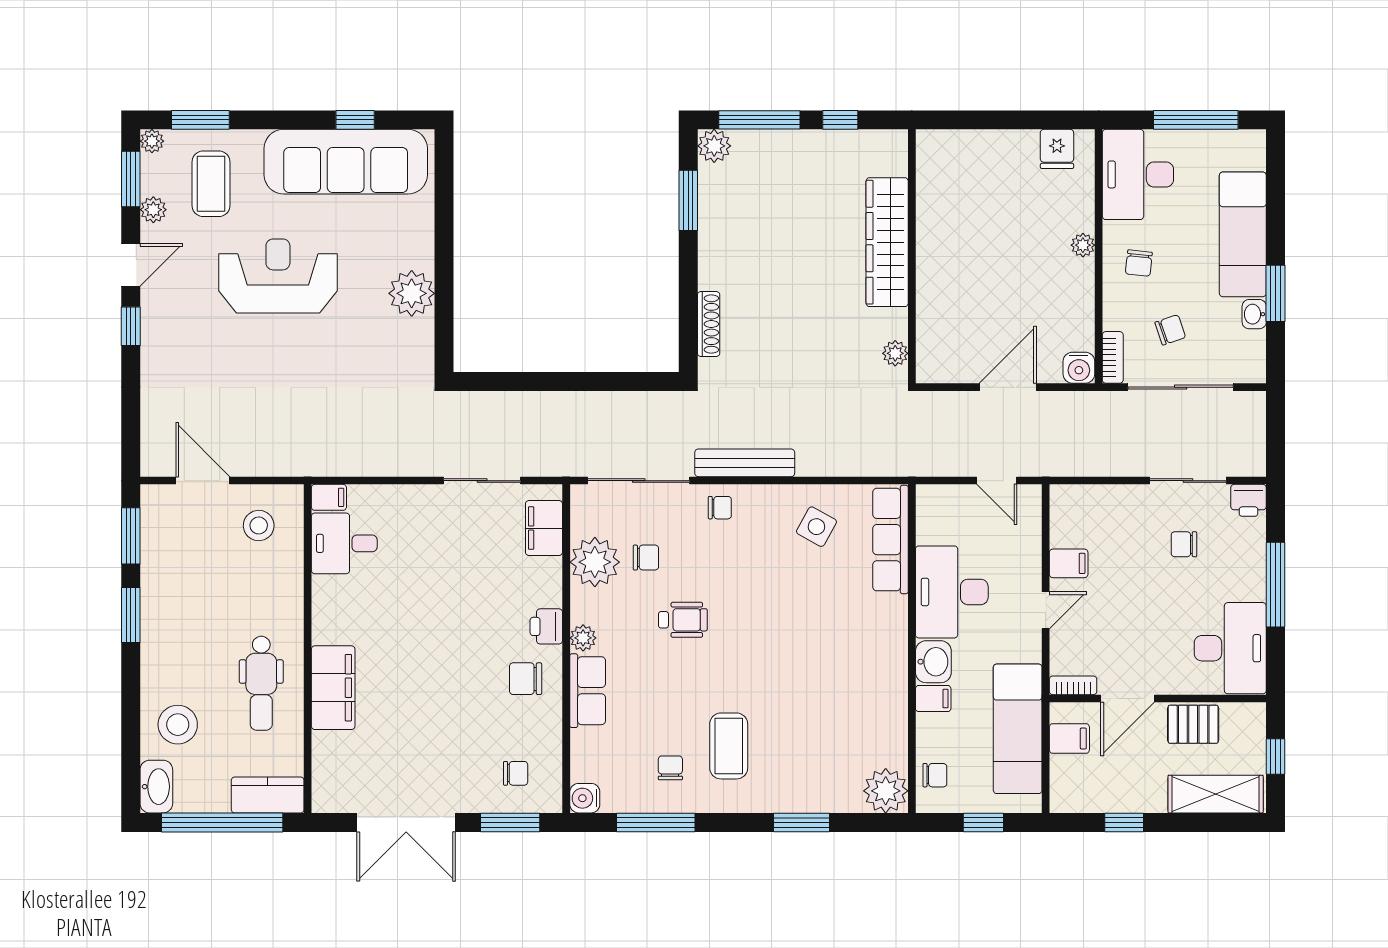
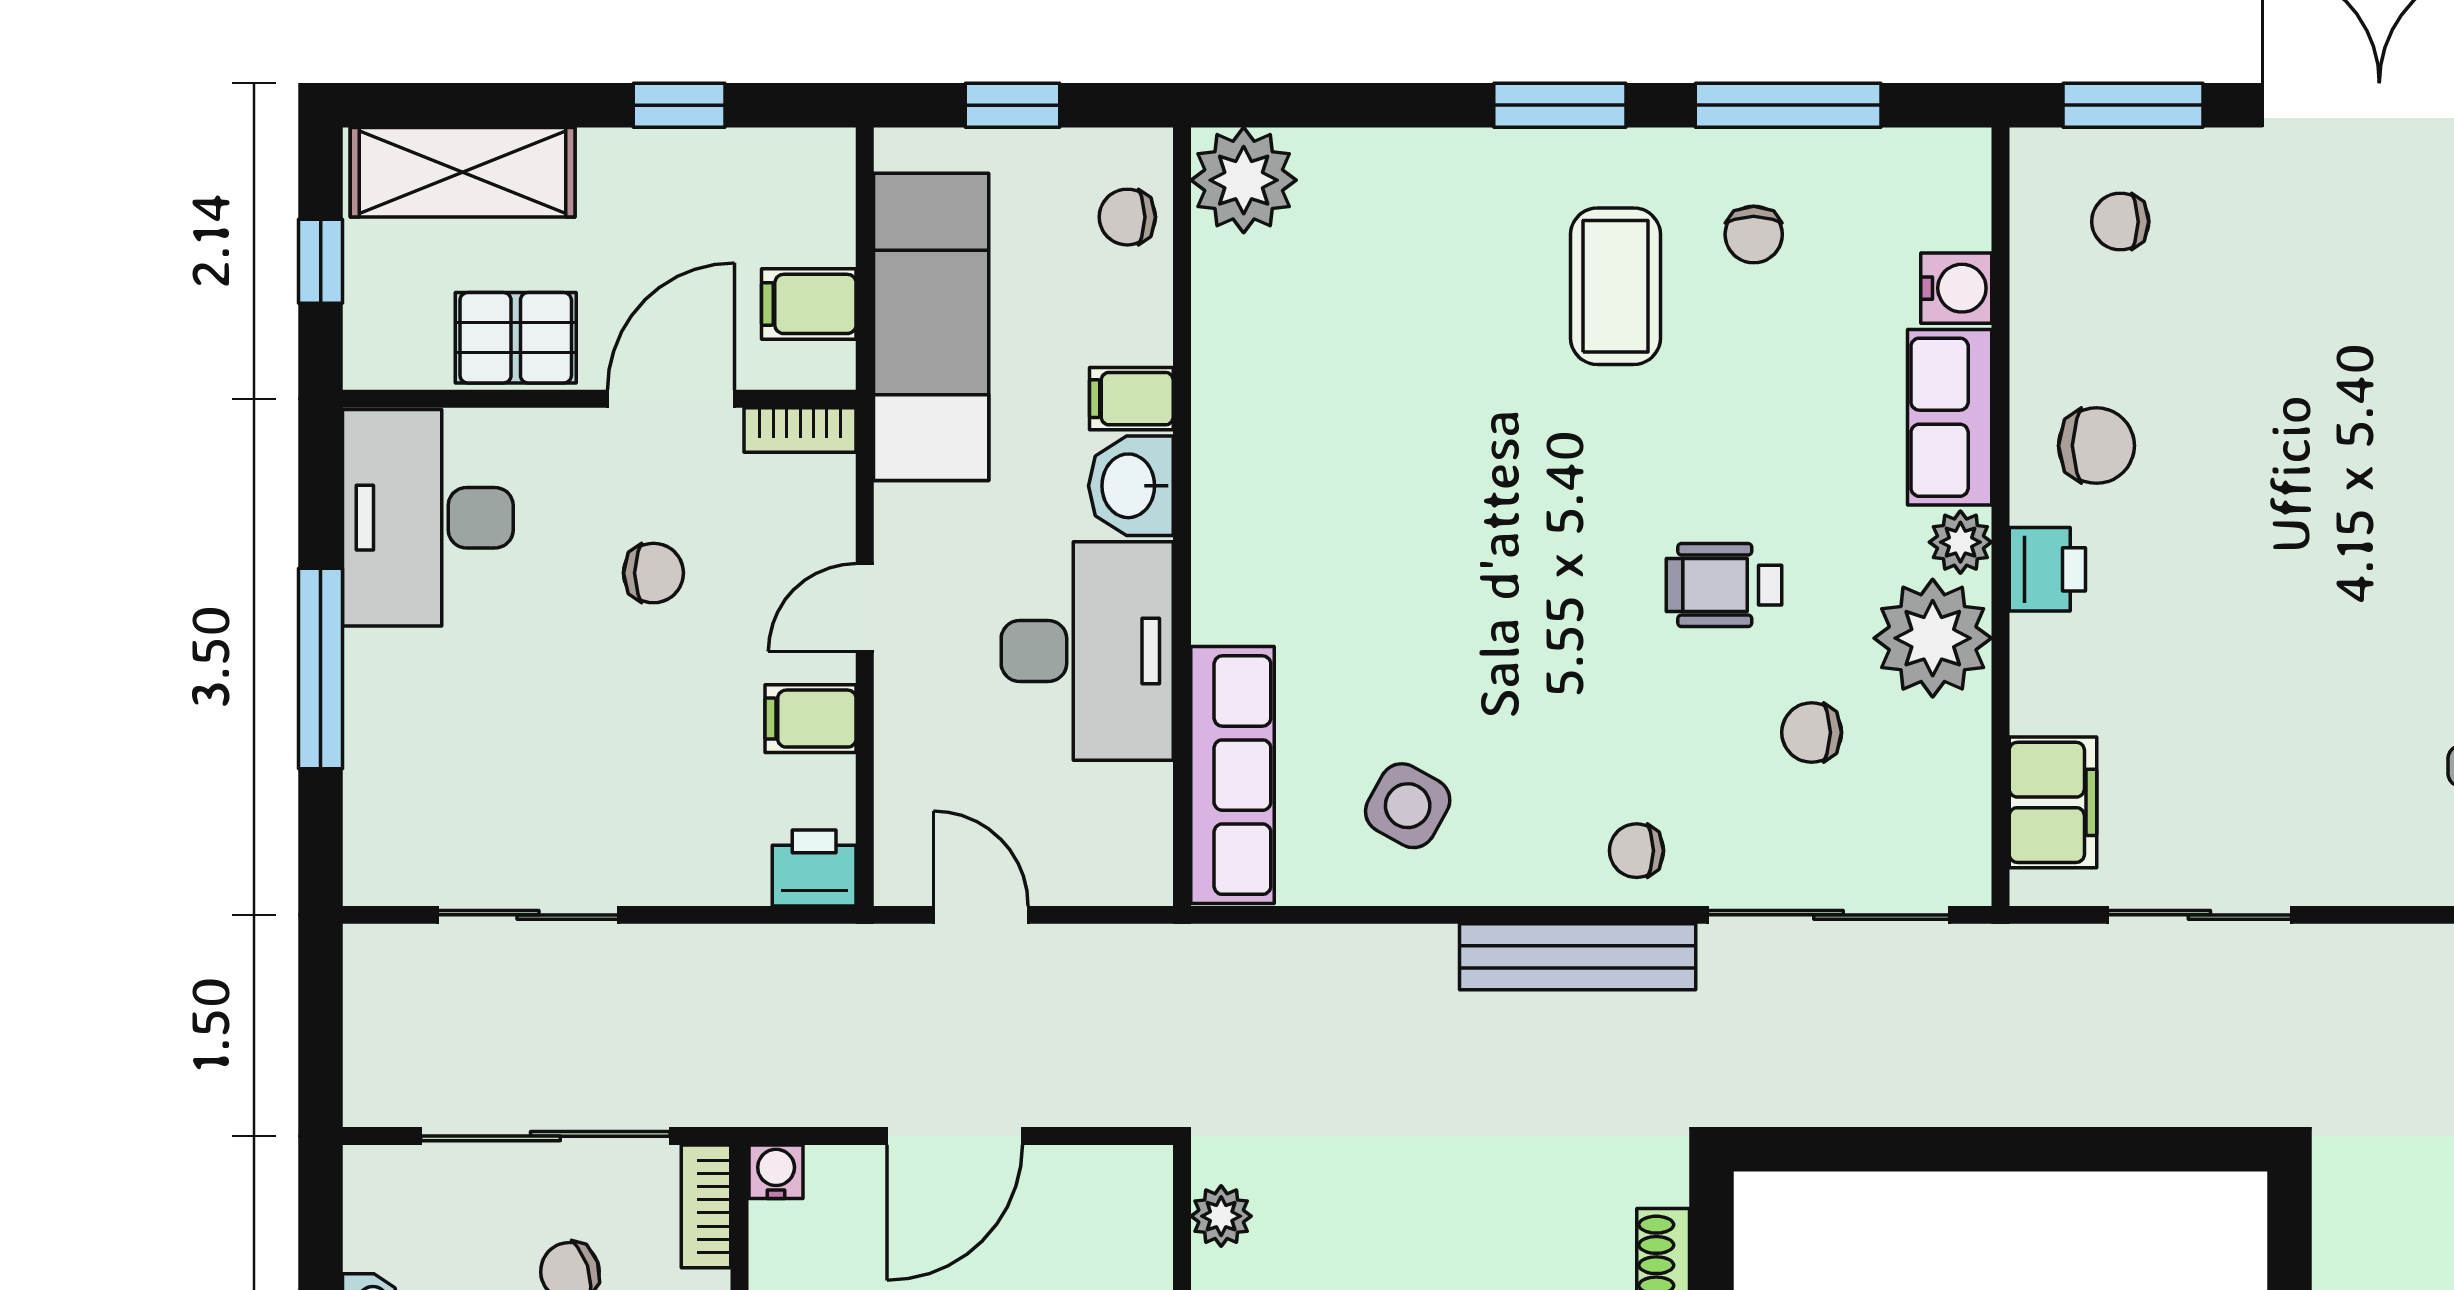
water cooler: (1079, 368) -> (776, 1172), width x0.72, depth x0.72
printer: (1249, 500) -> (814, 868), moved
chair: (1184, 544) -> (653, 573), moved
plant: (595, 562) -> (1933, 638), moved
water cooler: (585, 798) -> (1956, 288), moved
window: (802, 822) -> (1560, 105), moved

